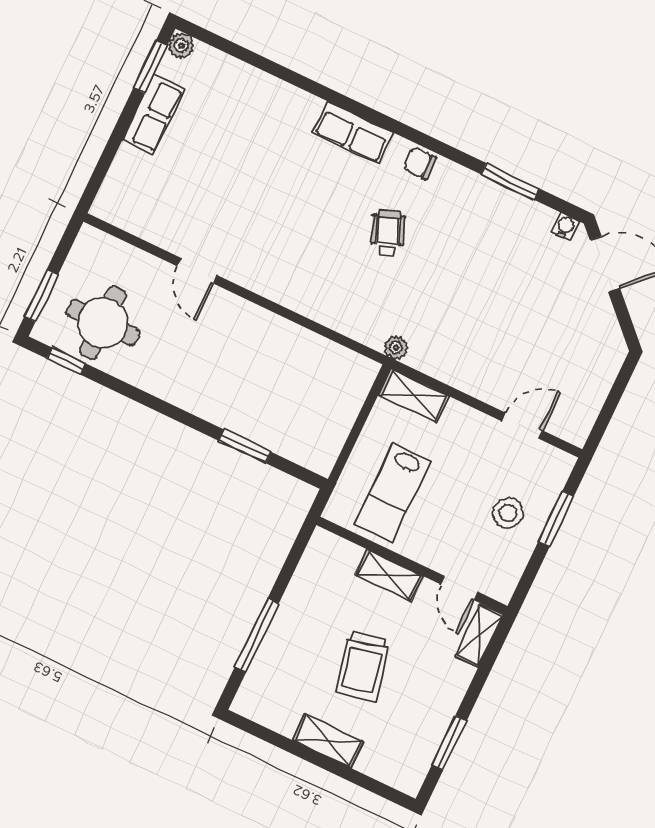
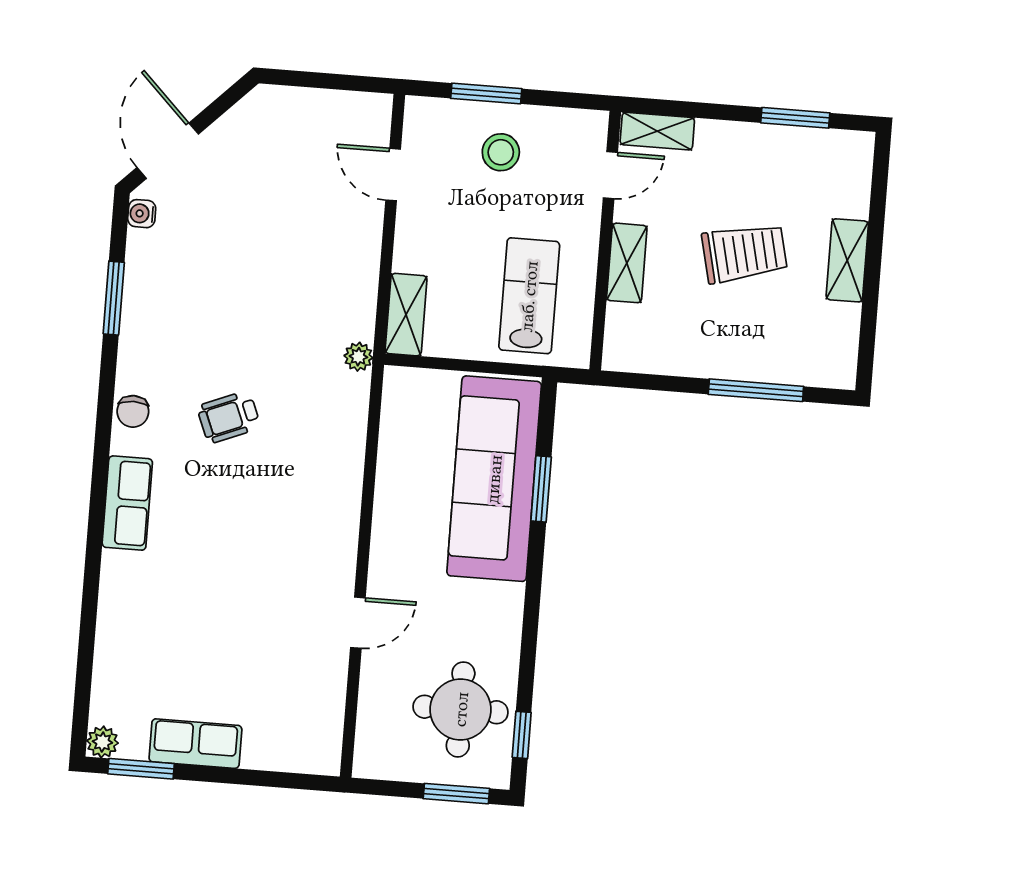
sofa: (266, 414) -> (494, 479), added
lab bench: (393, 493) -> (529, 296), turned -90

